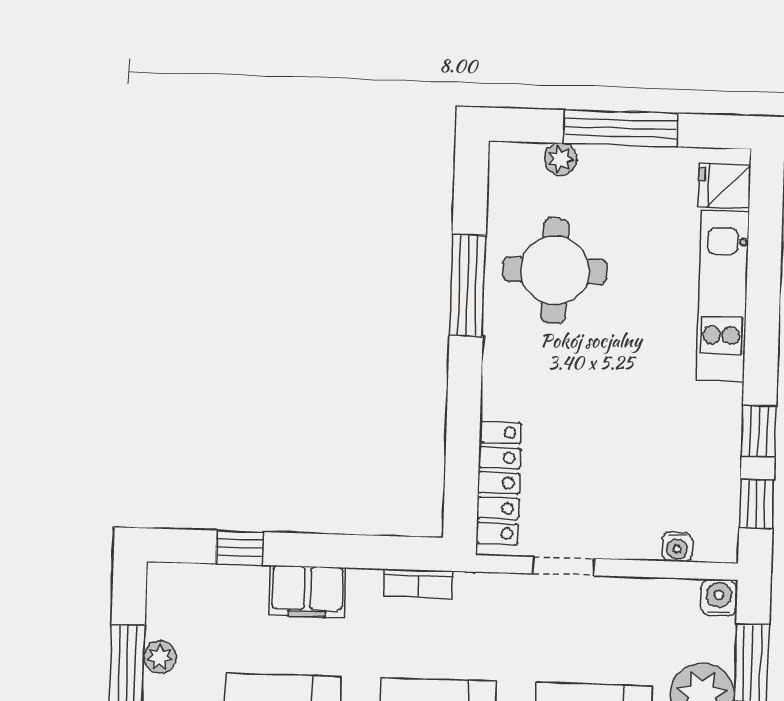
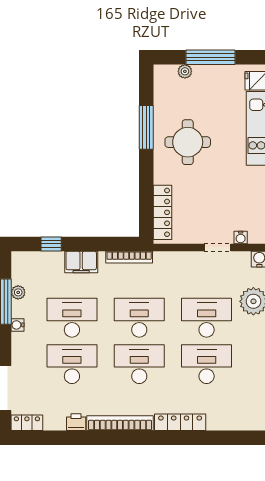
round table: (555, 270) -> (188, 142), moved
doorway: (563, 566) -> (218, 248), moved
bookcase: (418, 584) -> (129, 257), width x1.56

